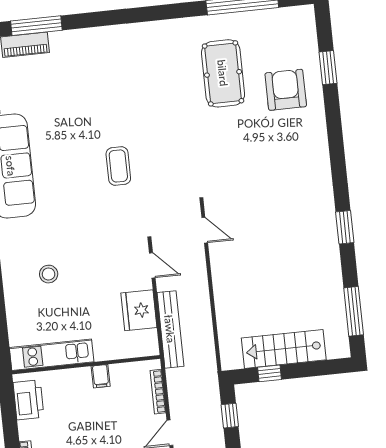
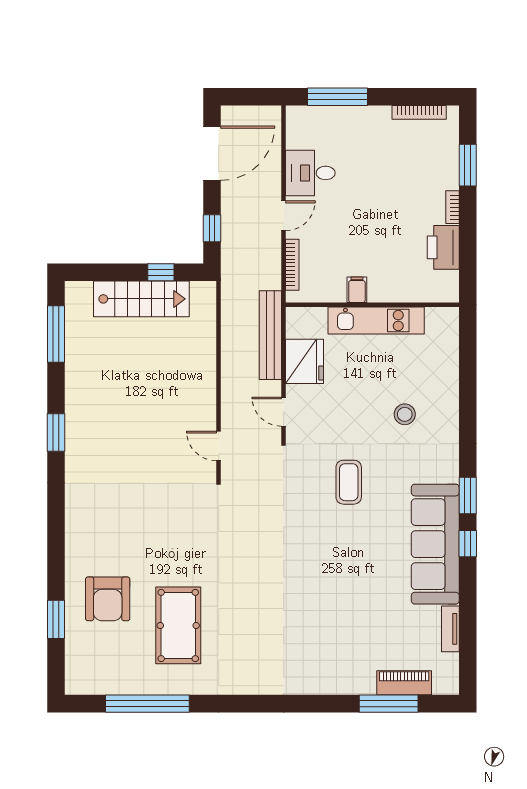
coffee table: (118, 166) -> (349, 482), moved
kitchen unit: (52, 355) -> (376, 321), moved
printer: (29, 400) -> (443, 247), moved

